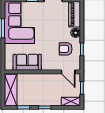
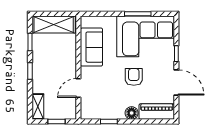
armchair: (66, 49) -> (134, 77), moved
door: (68, 72) -> (78, 88), moved

